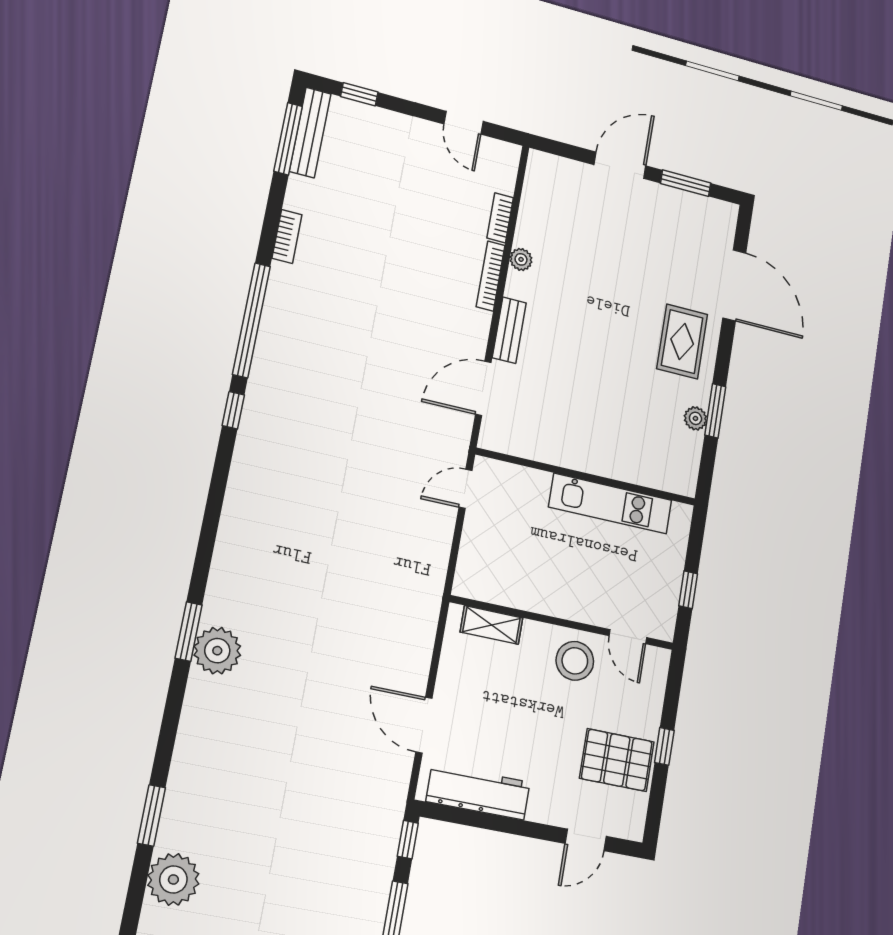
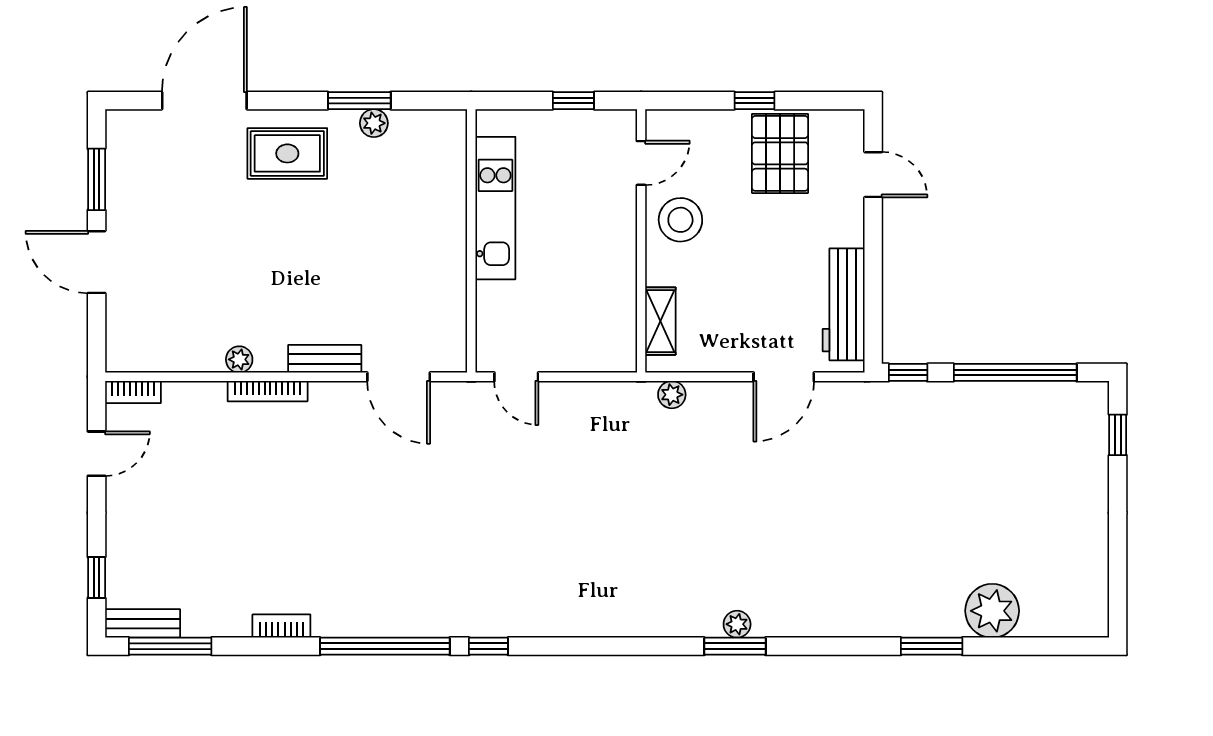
bench: (310, 132) -> (143, 623), width x0.73
bookcase: (500, 218) -> (133, 392), moved
plant: (426, 622) -> (672, 395), added
plant: (217, 651) -> (737, 624), width x0.53, depth x0.53

